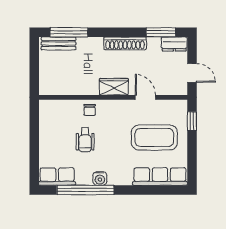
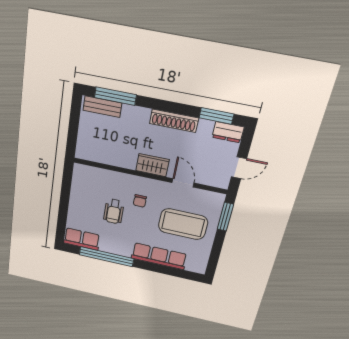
door: (192, 73) -> (239, 168), hinge flipped
chair: (90, 110) -> (140, 201), moved
window: (192, 121) -> (225, 217), width x1.50
row of seats: (160, 176) -> (159, 256), moved
water cooler: (100, 179) -> (122, 250), removed

